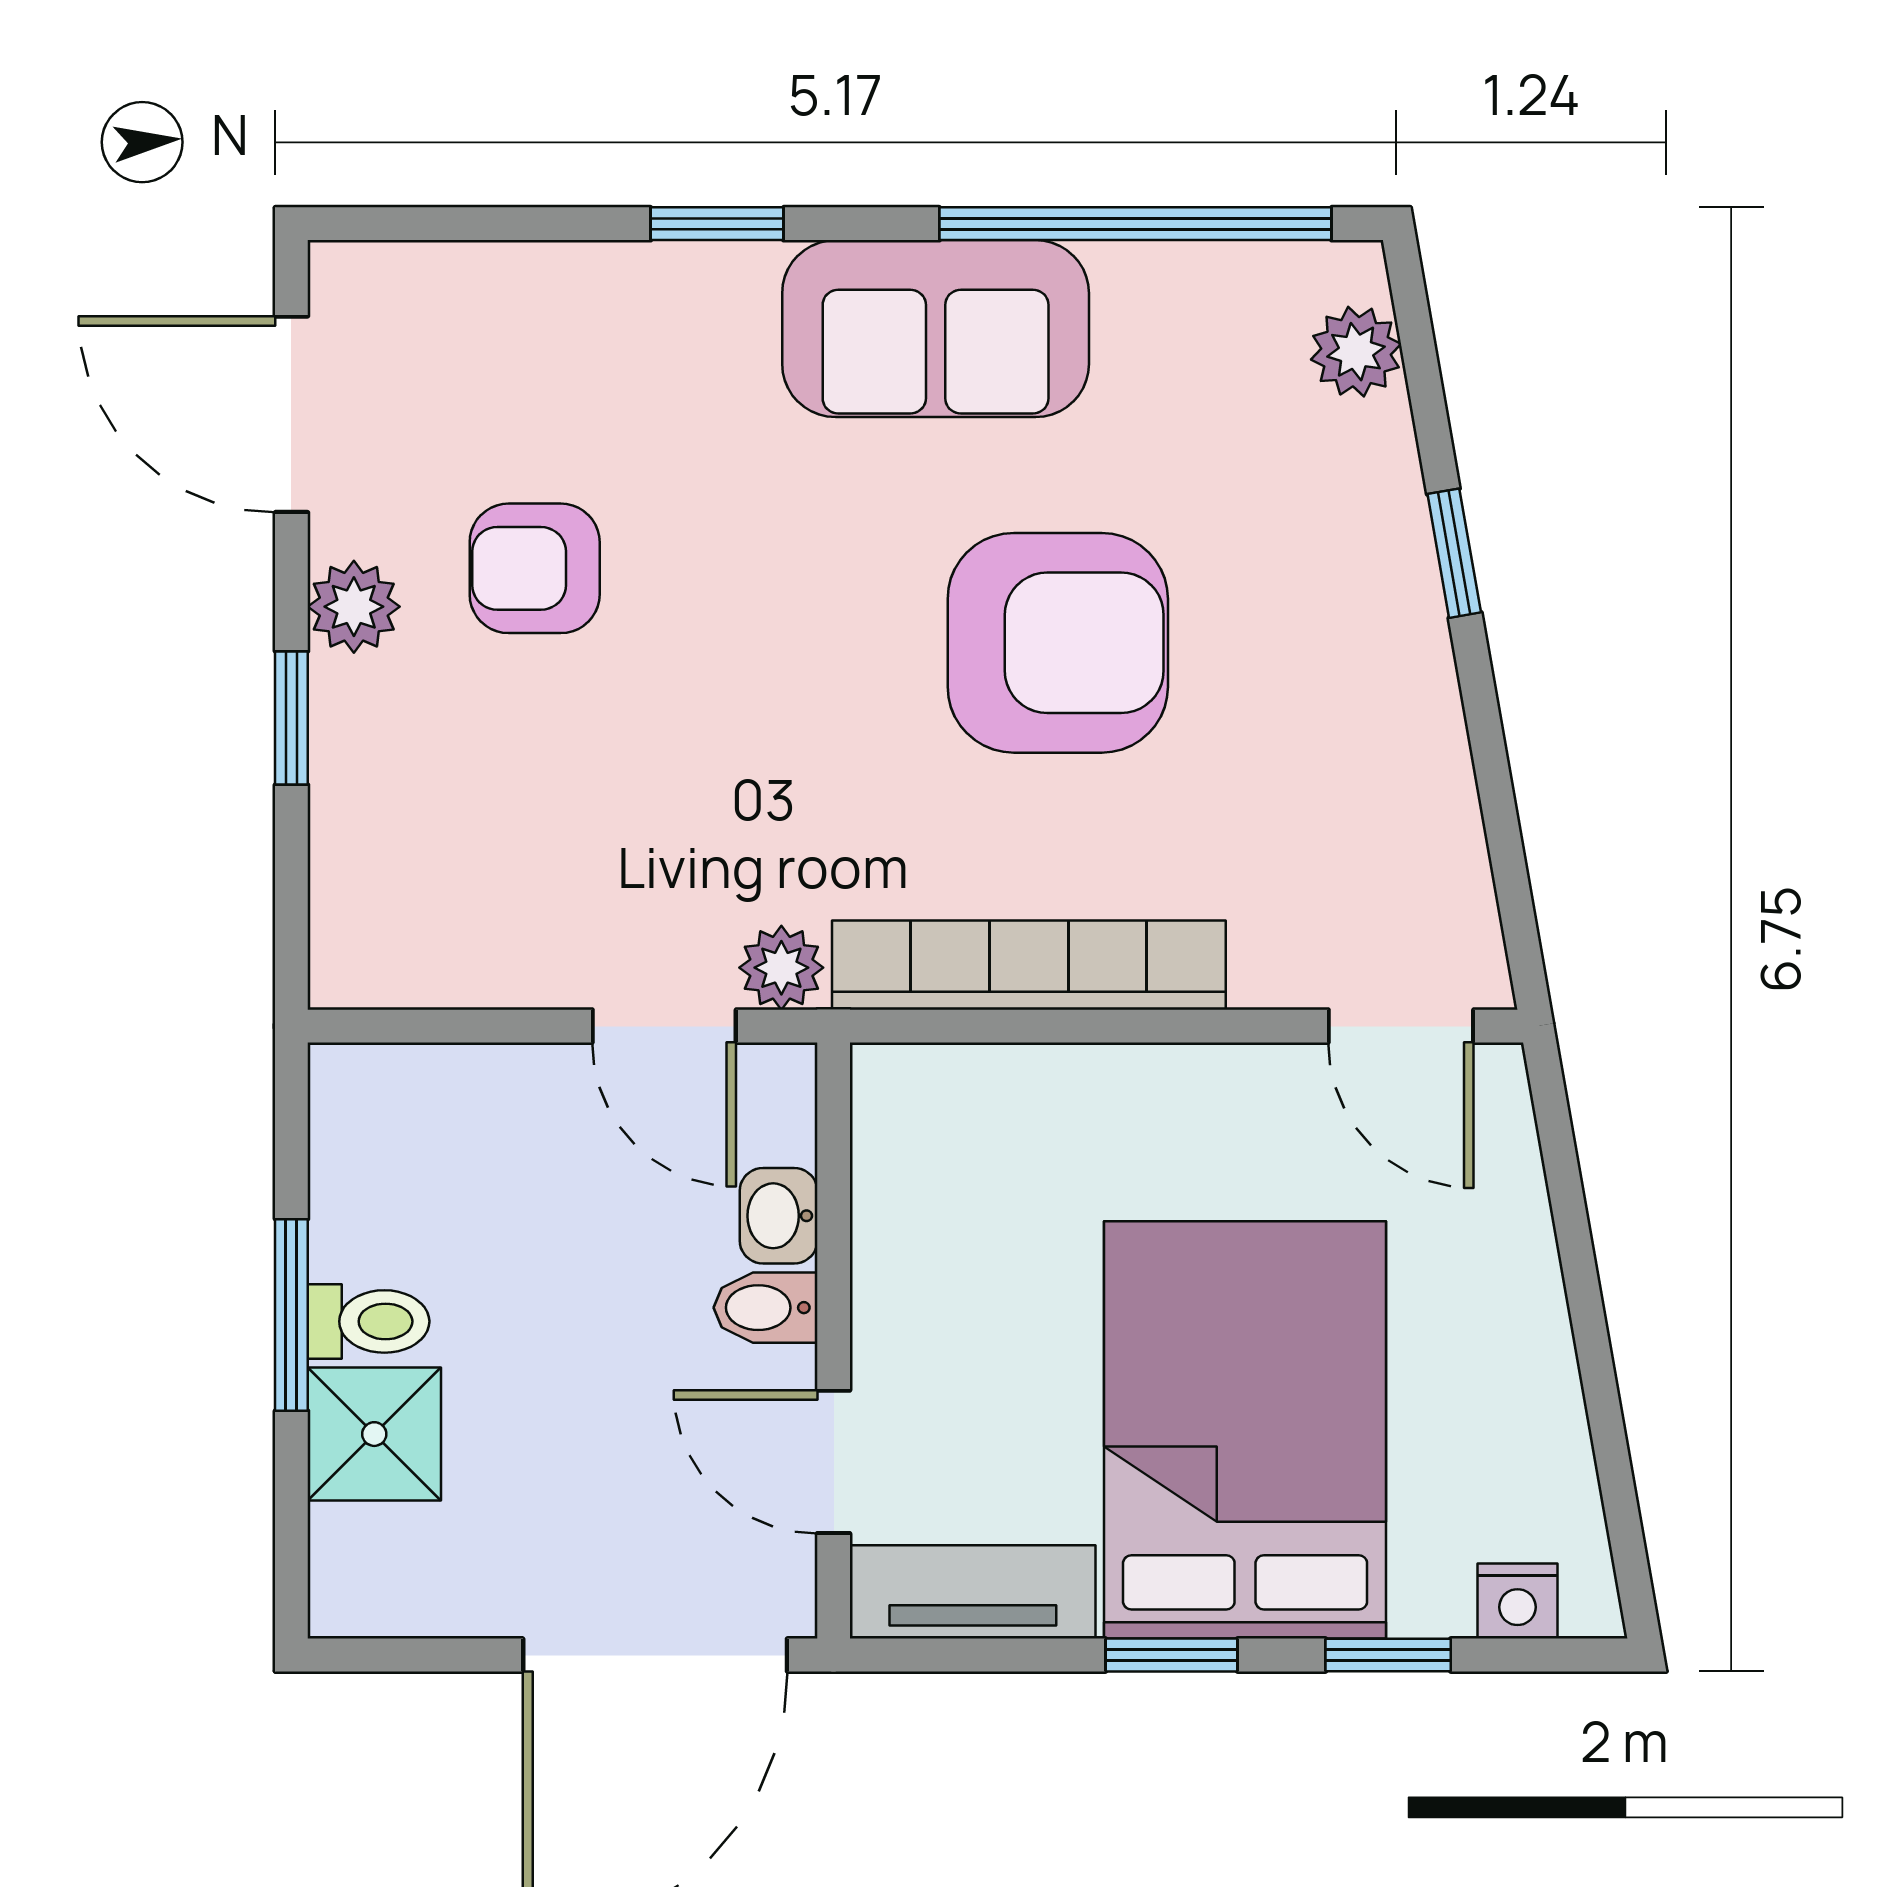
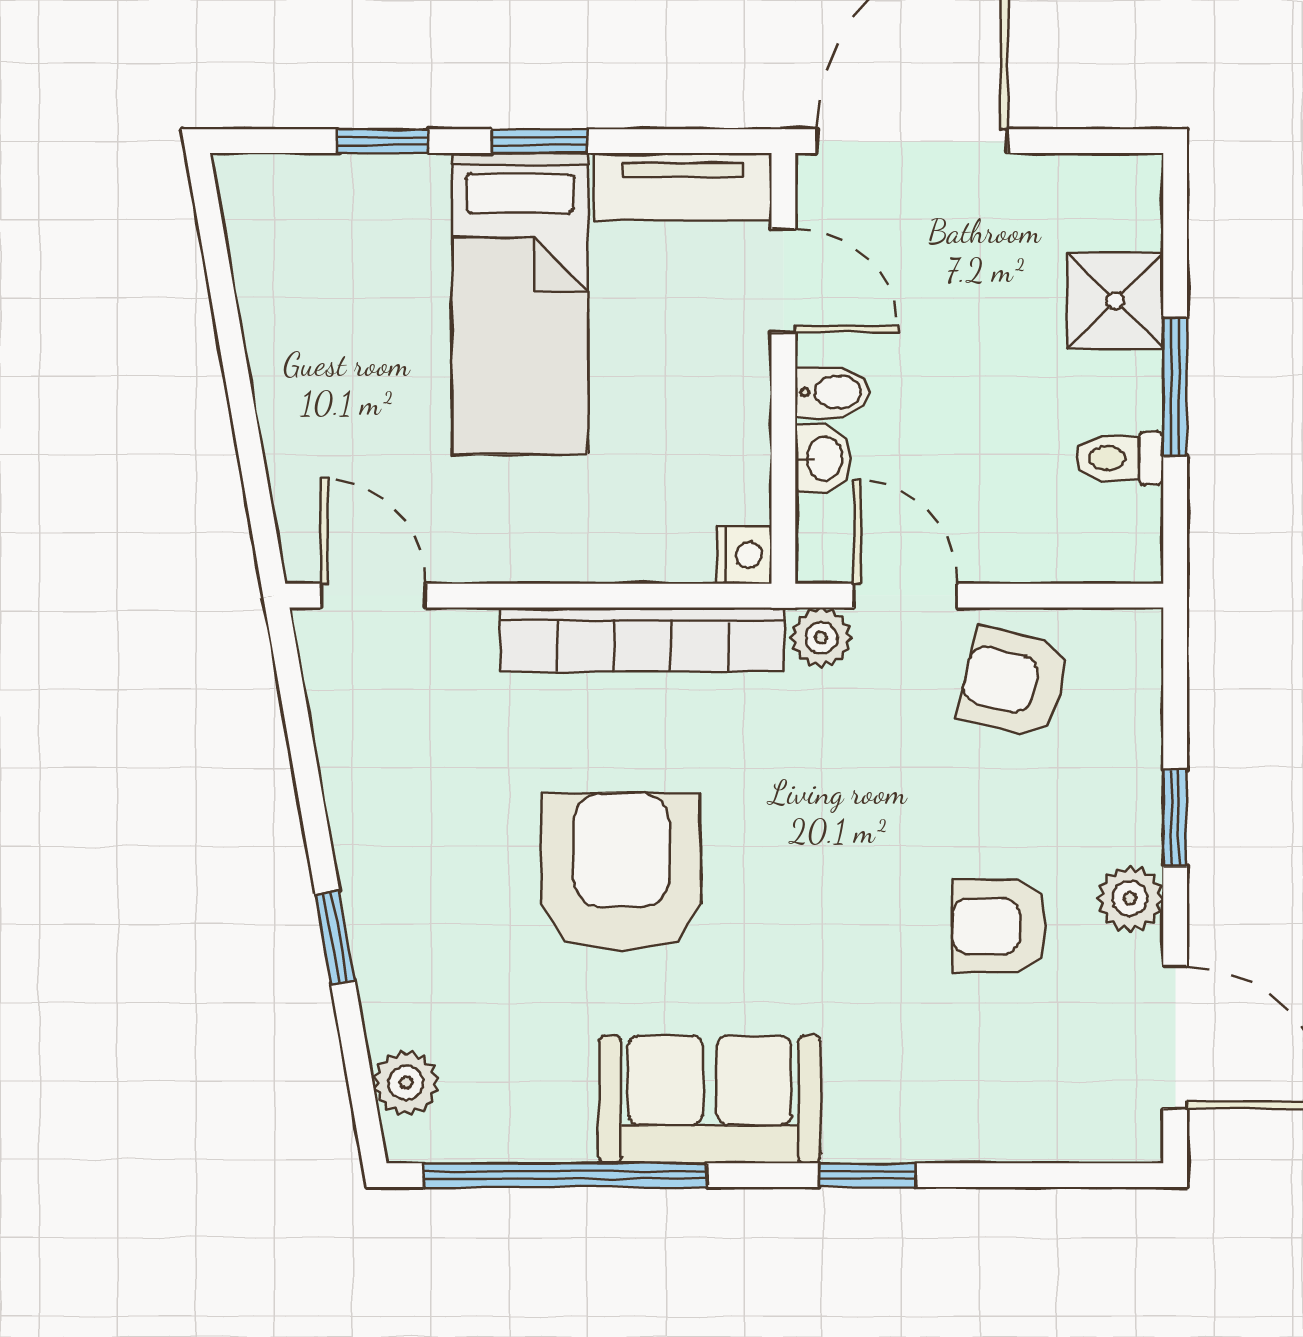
armchair: (535, 568) -> (999, 926), turned 180
armchair: (1058, 643) -> (621, 872), turned 90
armchair: (515, 906) -> (1014, 683), added
toilet: (368, 1321) -> (1119, 458), moved
bed: (1245, 1430) -> (520, 304), width x0.67
nightstand: (1517, 1601) -> (744, 555), moved, turned 90

